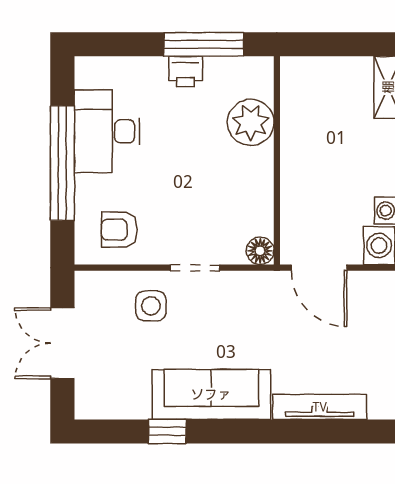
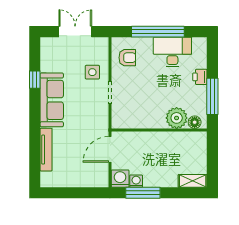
printer: (186, 72) -> (200, 77), moved
armchair: (119, 230) -> (127, 58), turned 90
floor lamp: (260, 251) -> (195, 122), moved

